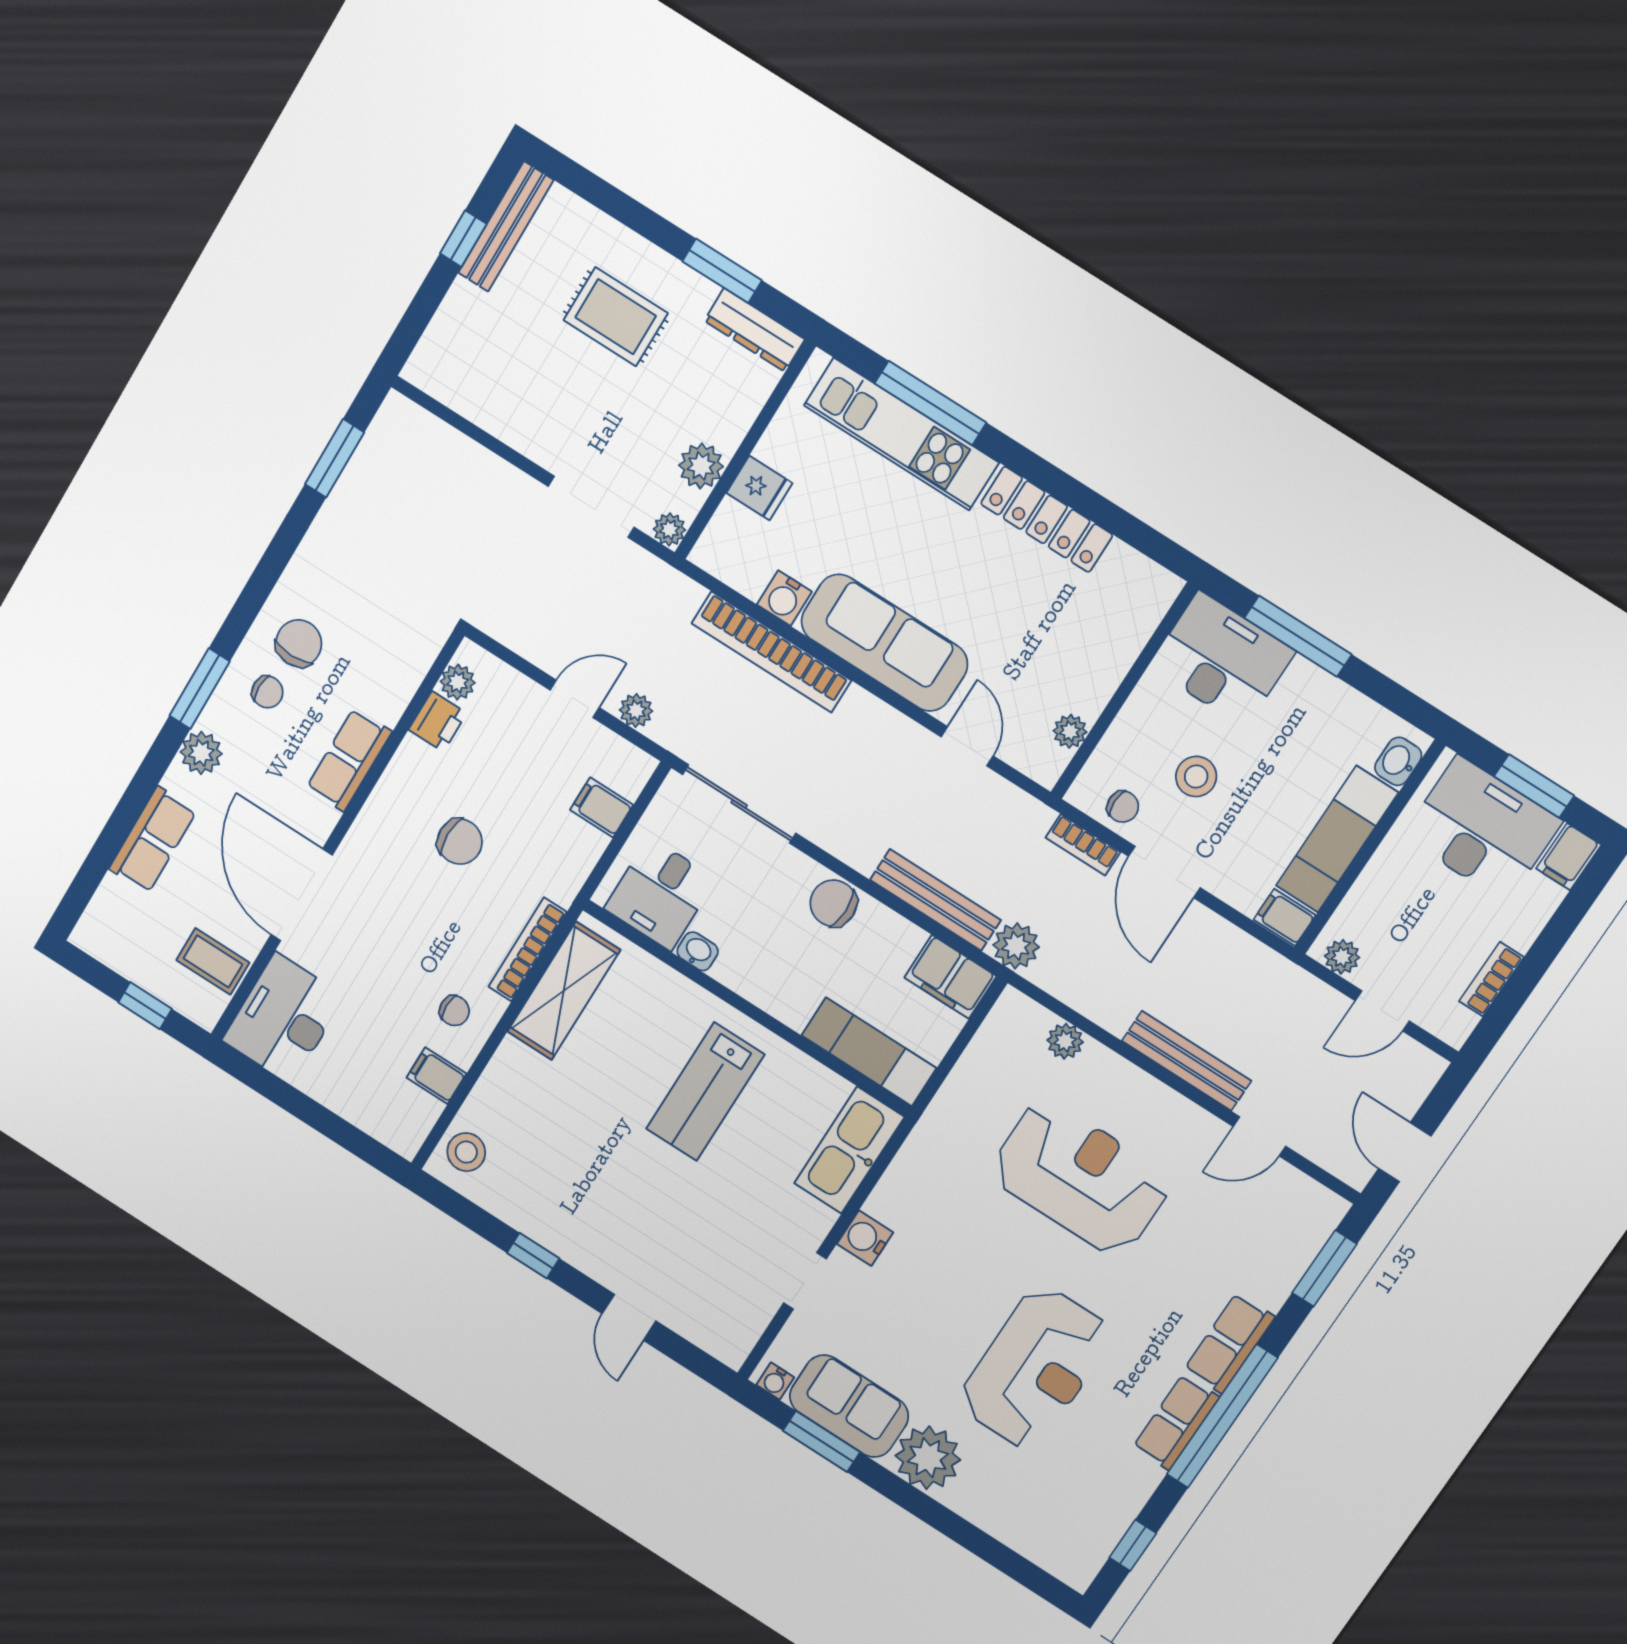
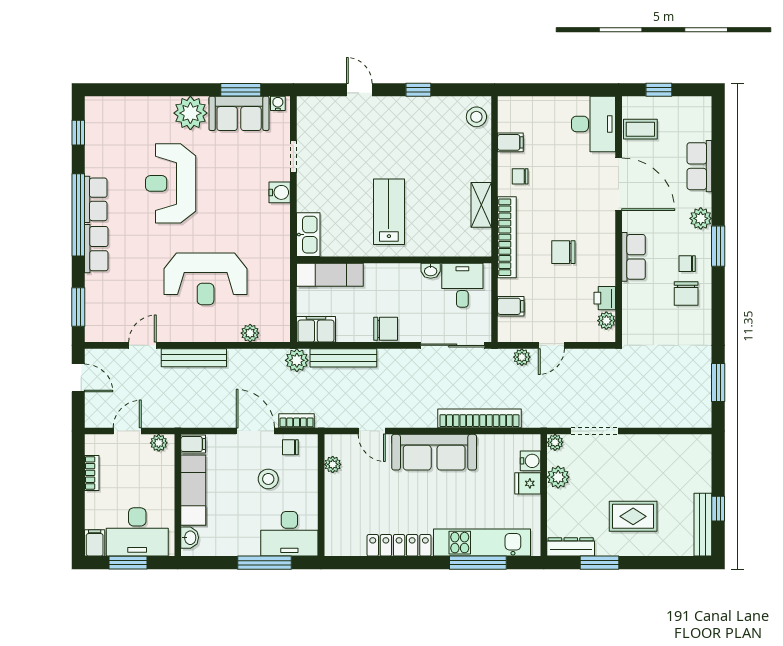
water cooler: (784, 598) -> (531, 461), moved, turned 90
bookcase: (528, 949) -> (507, 237), width x1.48, depth x1.31
shelving: (564, 991) -> (481, 205), width x0.67, depth x0.75
kitchen sink: (849, 1150) -> (308, 235), width x0.73, depth x0.81

